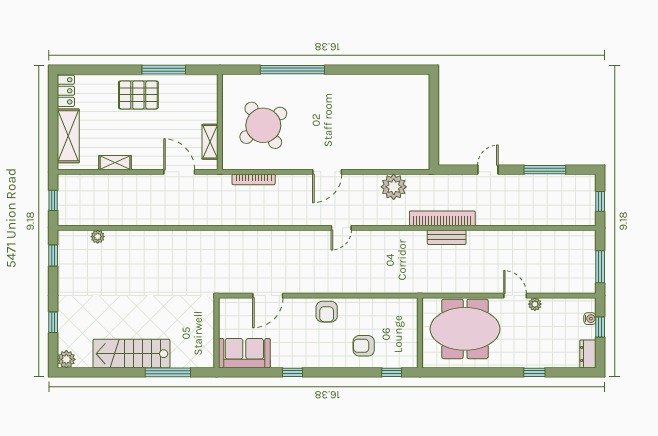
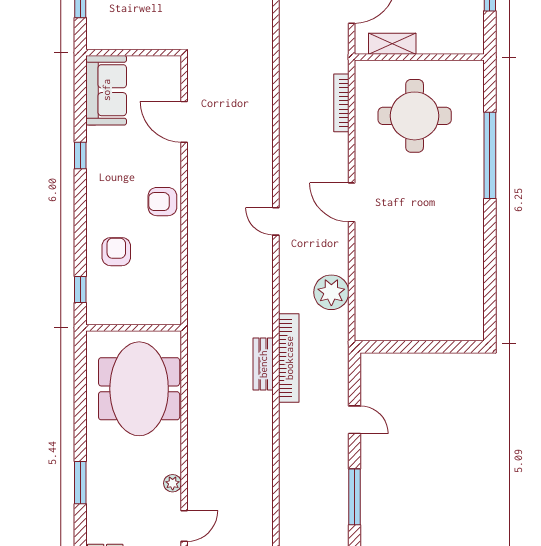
round table: (263, 125) -> (415, 116), turned 35
door: (515, 296) -> (184, 526), moved
window: (534, 372) -> (80, 483), width x1.50

